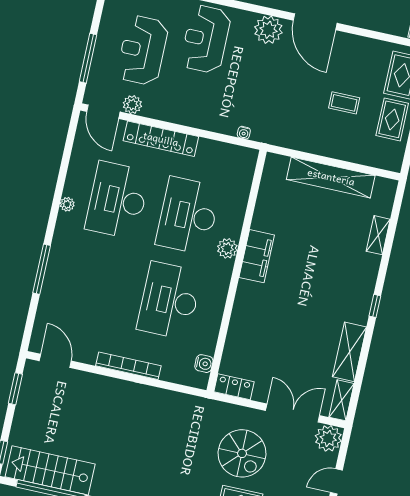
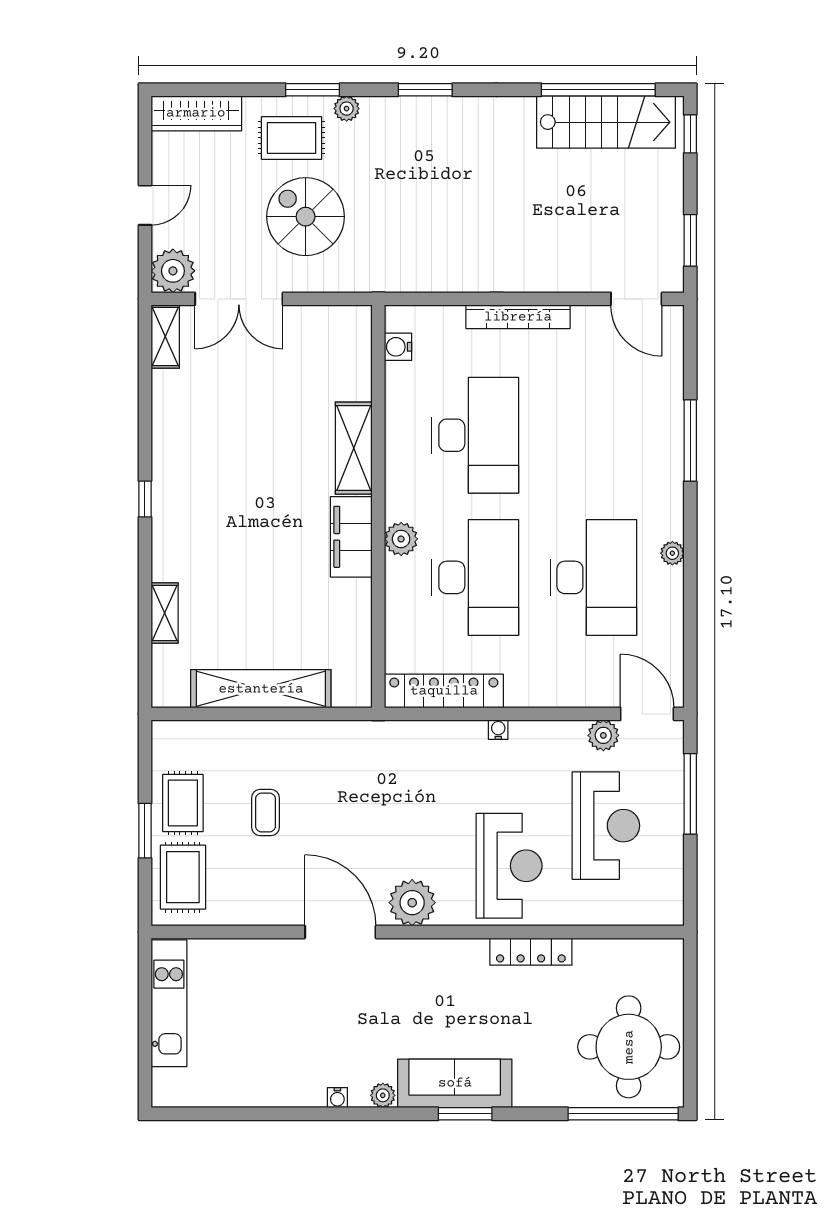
coffee table: (344, 103) -> (266, 812), turned 90
water cooler: (244, 133) -> (498, 730), moved
locker: (161, 139) -> (444, 691), moved
shelving: (349, 352) -> (354, 448), moved
locker: (234, 387) -> (342, 320), removed

